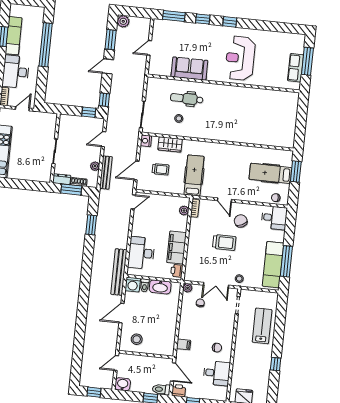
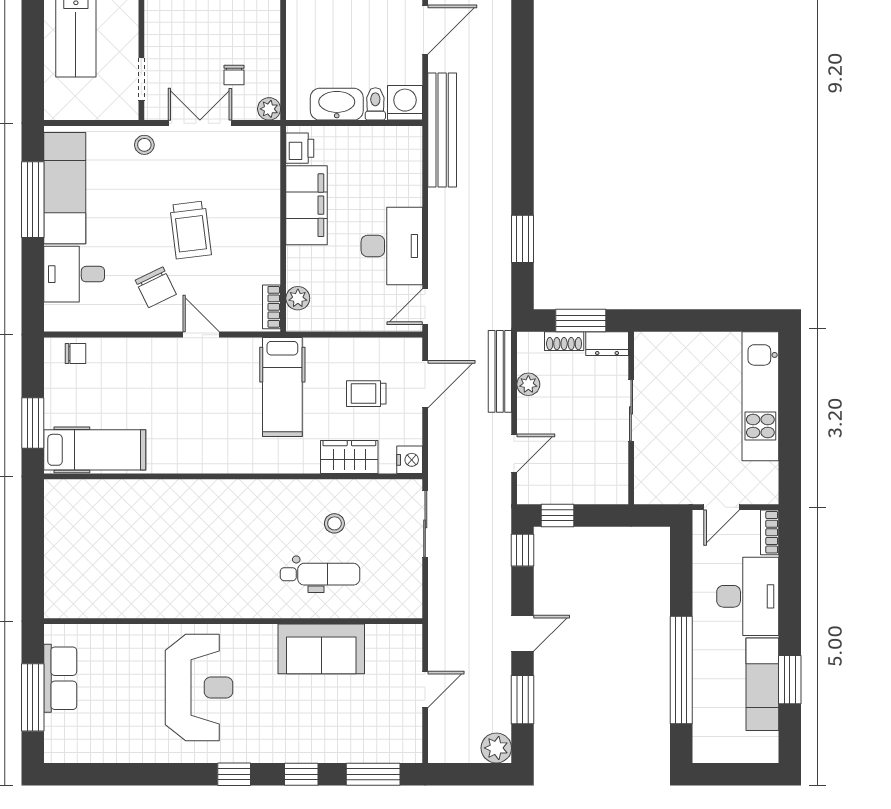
hospital bed: (270, 173) -> (95, 450), moved
desk: (274, 218) -> (74, 274), moved
trolley: (224, 242) -> (191, 230), turned -97
desk: (141, 253) -> (392, 246), moved

